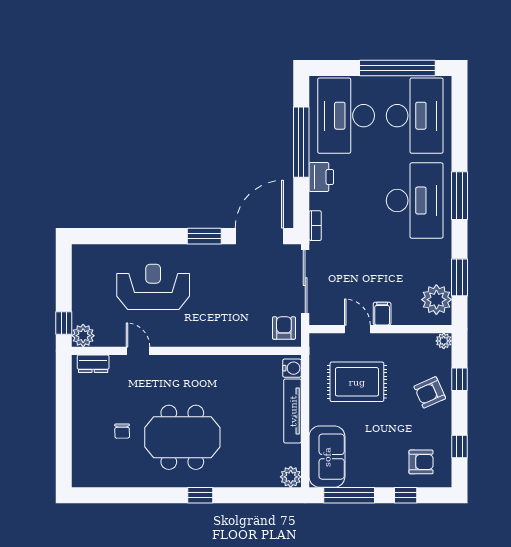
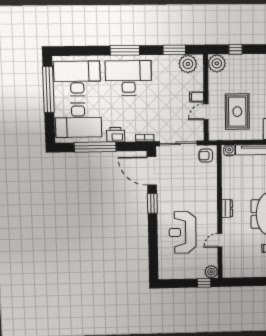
plant: (444, 341) -> (217, 63), width x1.88, depth x1.88
dresser: (93, 364) -> (227, 208), moved
armchair: (430, 392) -> (243, 67), removed

